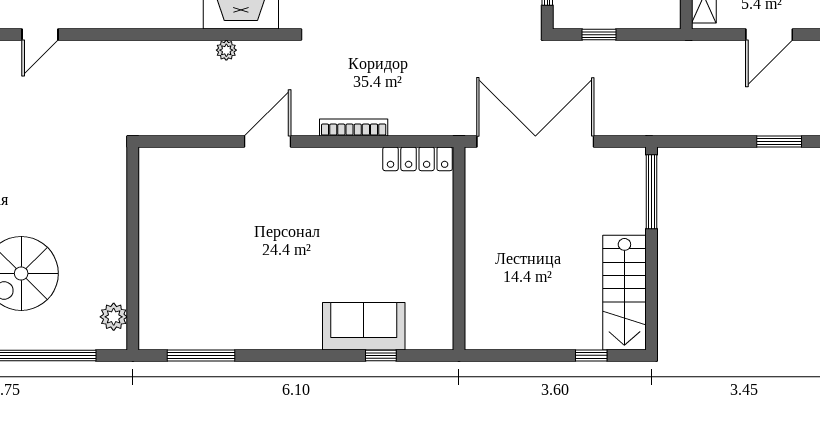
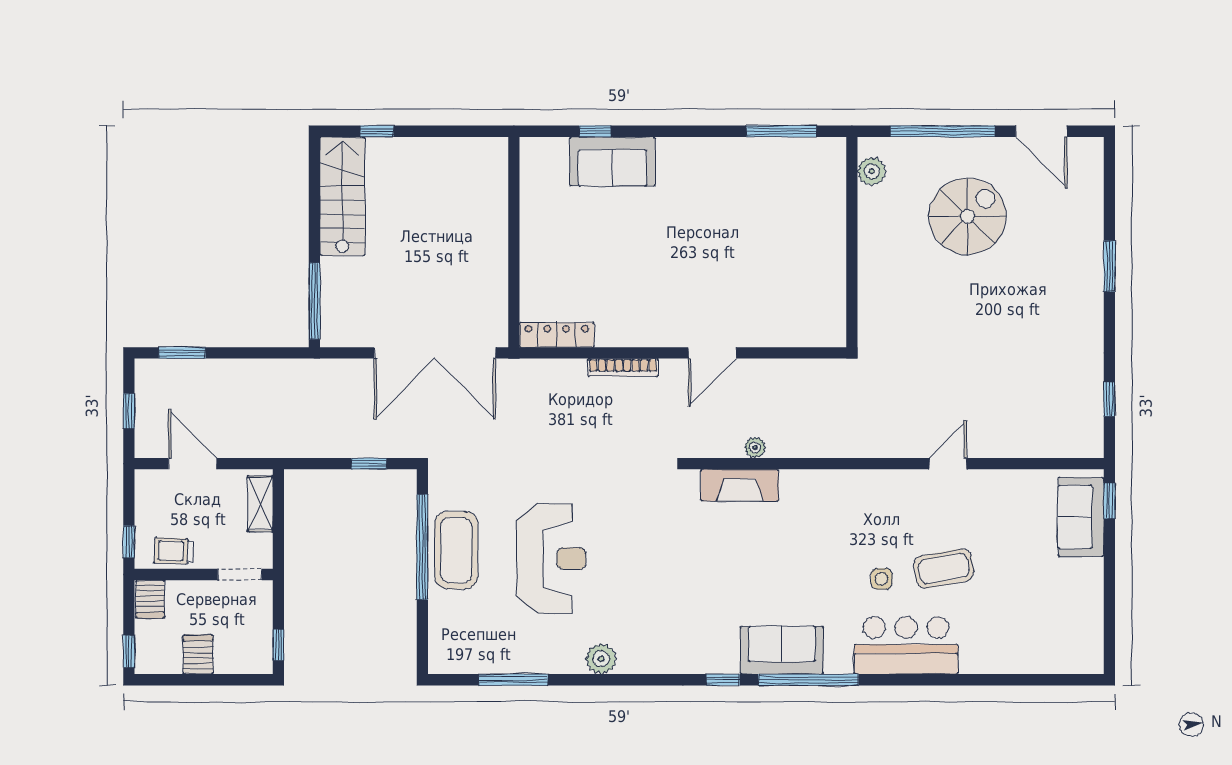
door: (769, 35) -> (193, 464), hinge flipped

